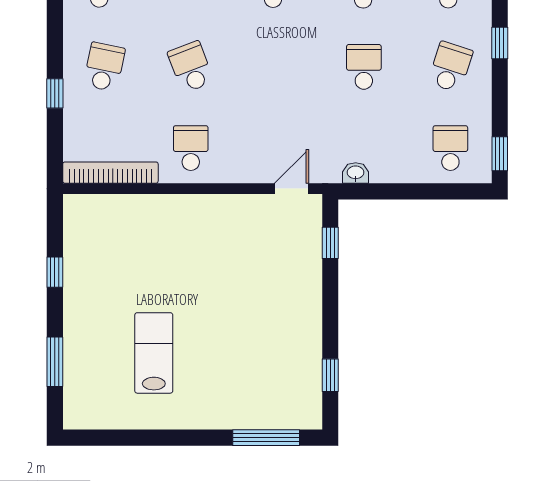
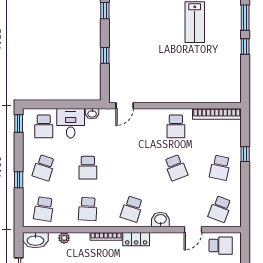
desk: (398, 154) -> (71, 123), added
window: (330, 243) -> (105, 55), moved
window: (55, 272) -> (245, 47), moved

